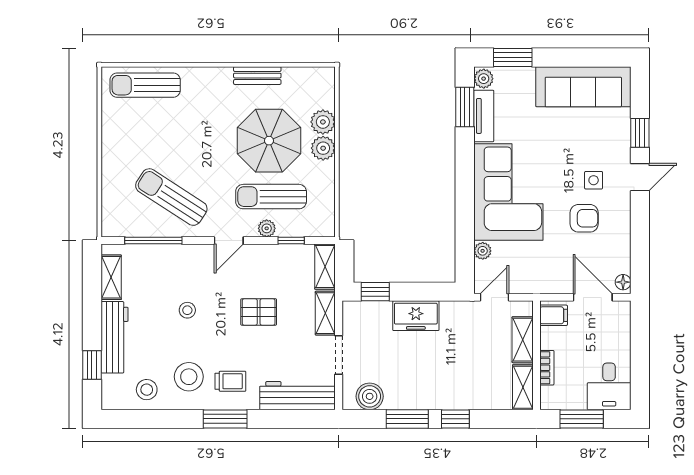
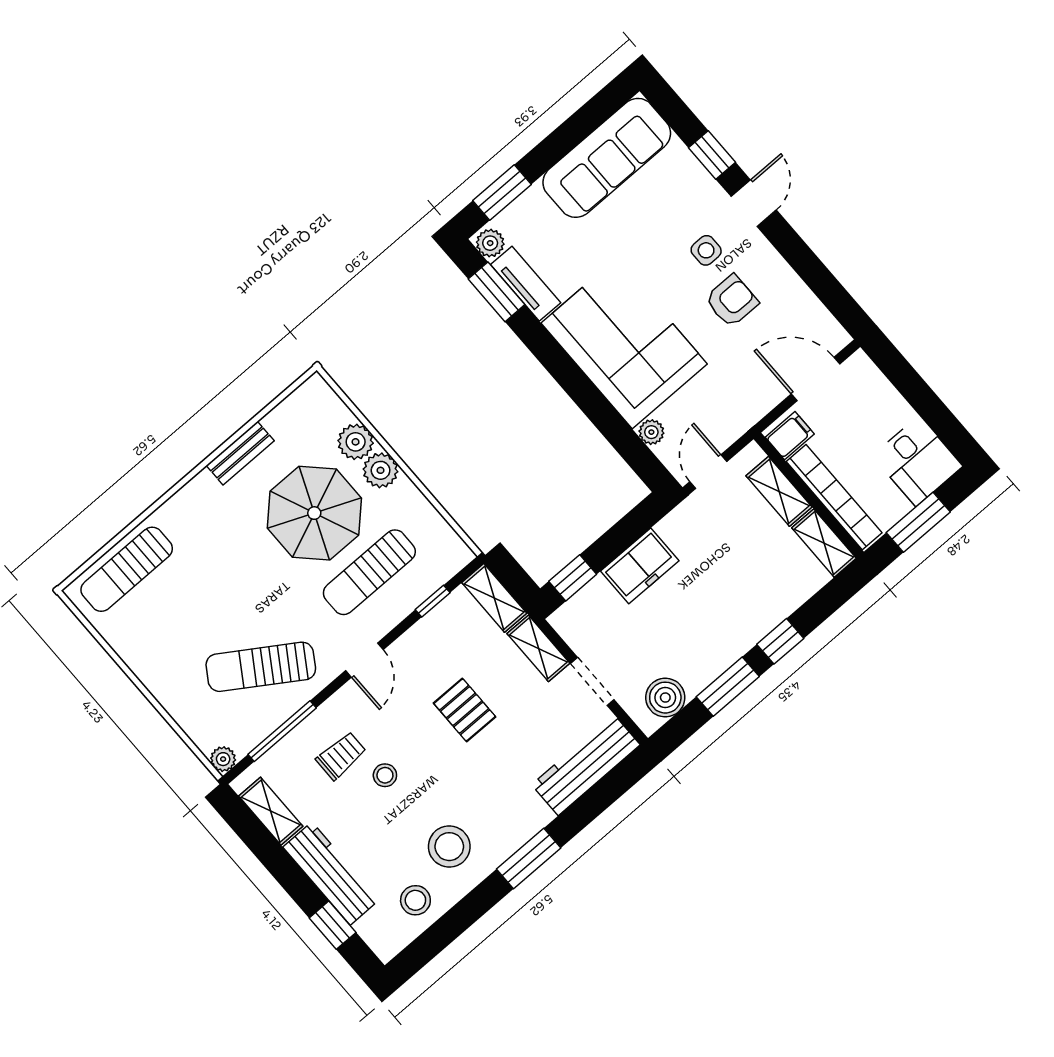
plant: (267, 228) -> (223, 759), moved
floor lamp: (623, 282) -> (834, 334), removed
pallet: (259, 312) -> (465, 710), turned 90
bookcase: (547, 368) -> (834, 497), width x2.31, depth x1.31
trolley: (230, 381) -> (341, 756), moved

